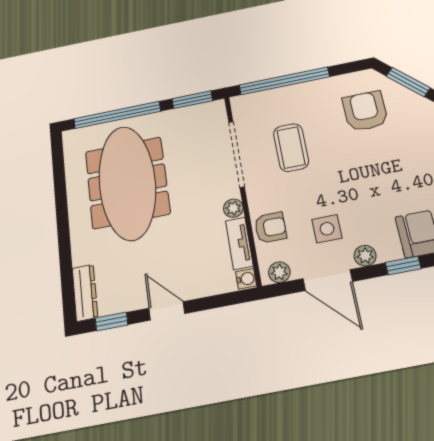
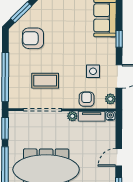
plant: (365, 256) -> (111, 56), removed

